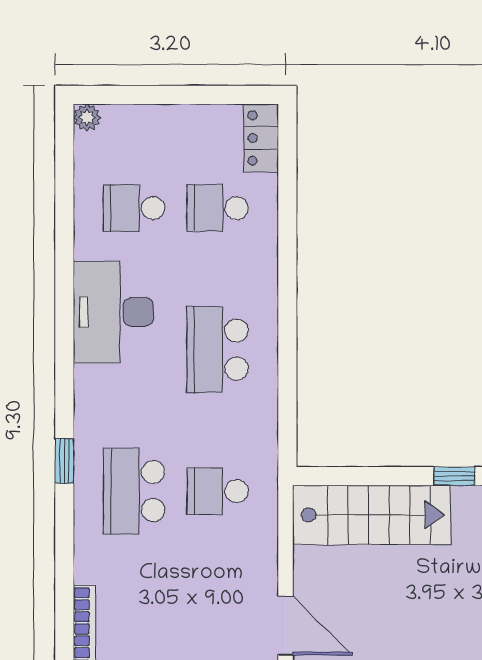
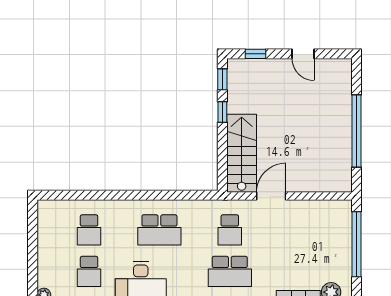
locker: (261, 138) -> (54, 208), removed
door: (286, 625) -> (271, 196), moved

